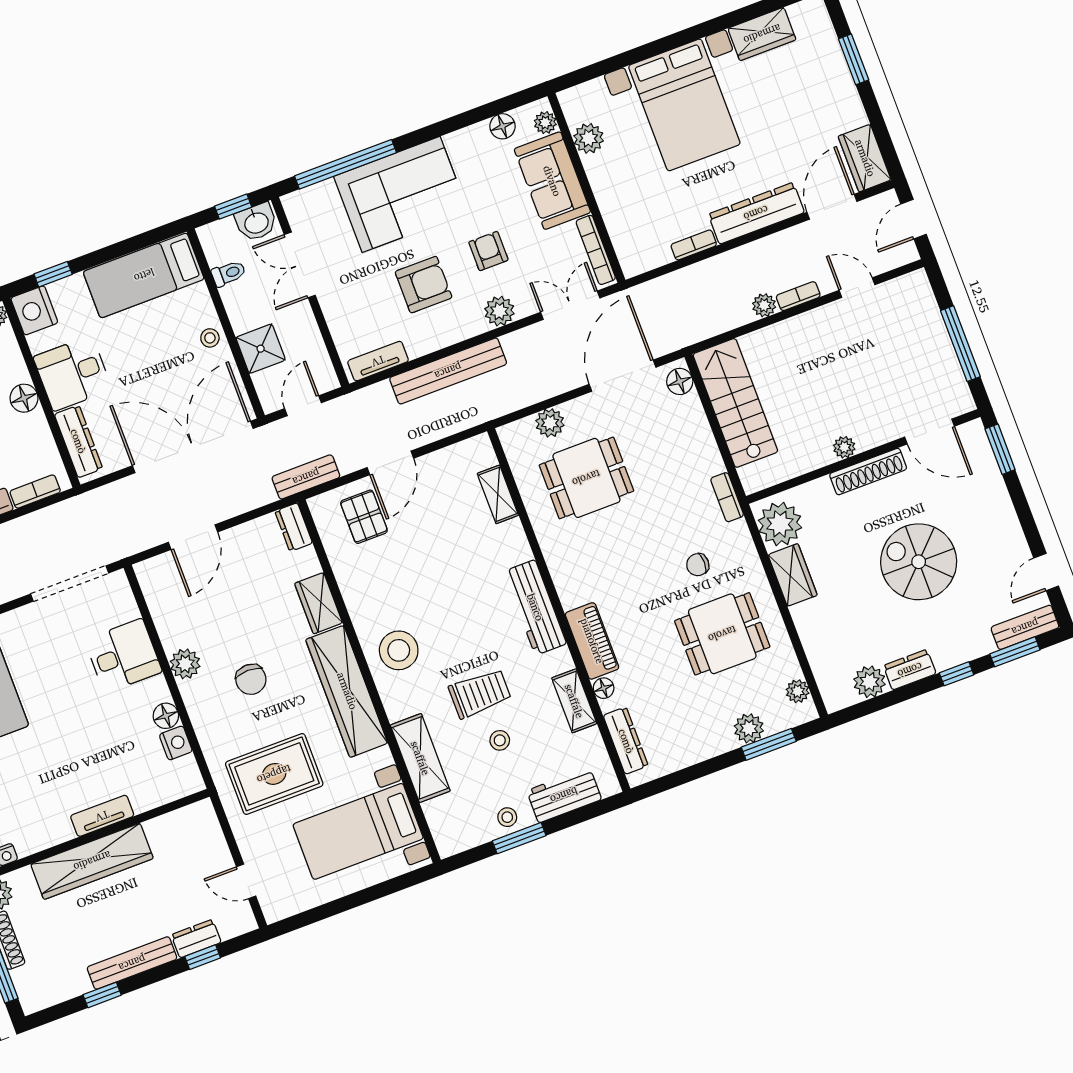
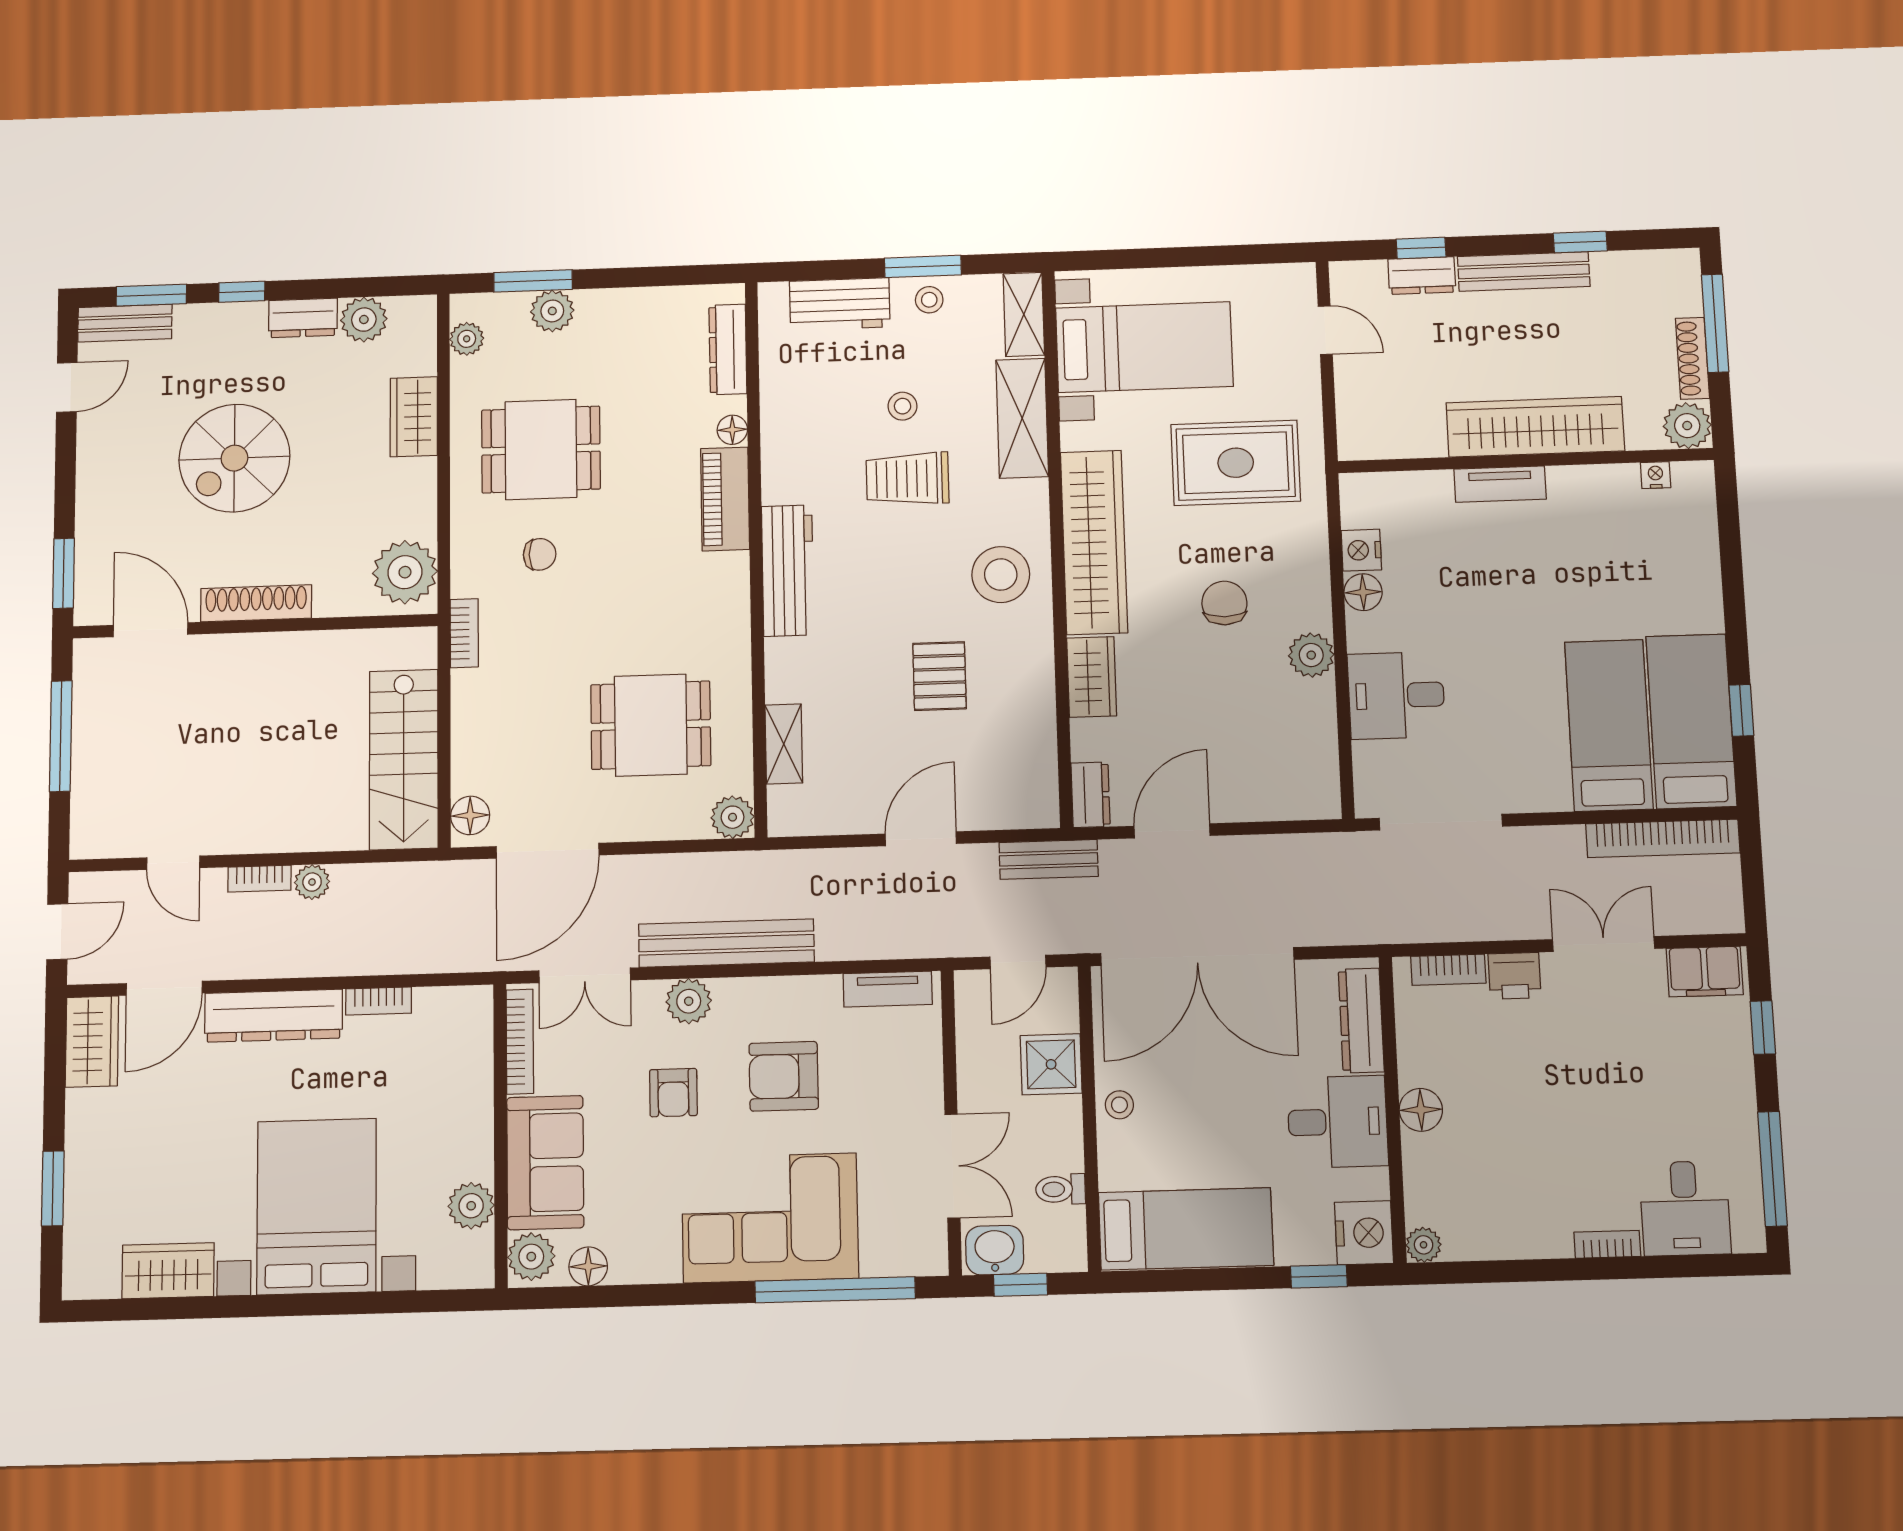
plant: (545, 123) -> (531, 1257), width x1.38, depth x1.38
bench: (448, 371) -> (726, 943), moved
plant: (550, 423) -> (733, 817), moved
plant: (844, 447) -> (276, 648), removed
pallet: (364, 517) -> (939, 676), moved
door: (193, 537) -> (1172, 831), moved
spiral stairs: (919, 562) -> (234, 458), turned 90
wardrobe: (793, 575) -> (414, 417), moved
shelving: (574, 701) -> (1024, 314), moved

